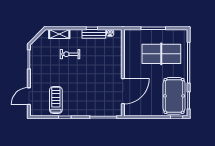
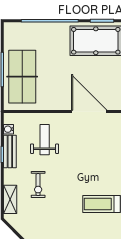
table tennis table: (161, 54) -> (22, 77), moved
weight bench: (103, 59) -> (45, 140), added

